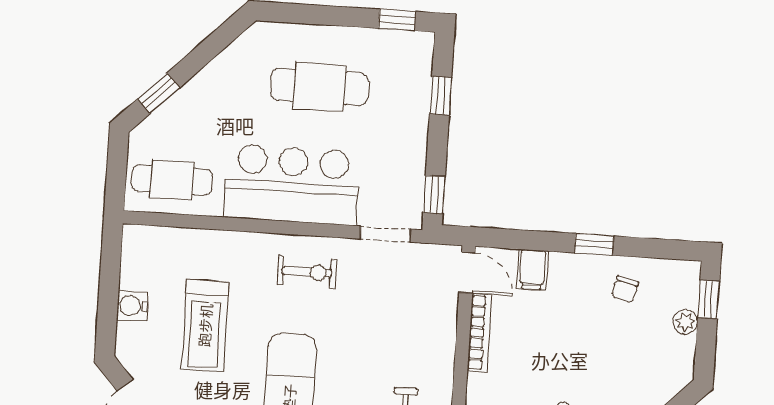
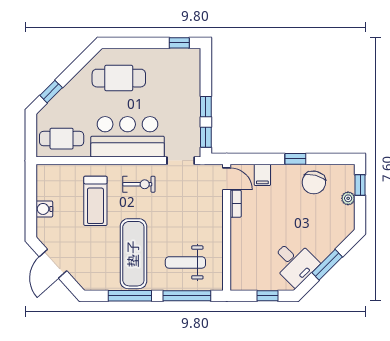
cafe table: (319, 87) -> (119, 78), moved
window: (441, 96) -> (206, 107), moved
chair: (625, 289) -> (314, 182), width x1.87, depth x1.87
treadmill: (205, 325) -> (95, 201), moved
bookcase: (479, 333) -> (236, 204), width x0.64

